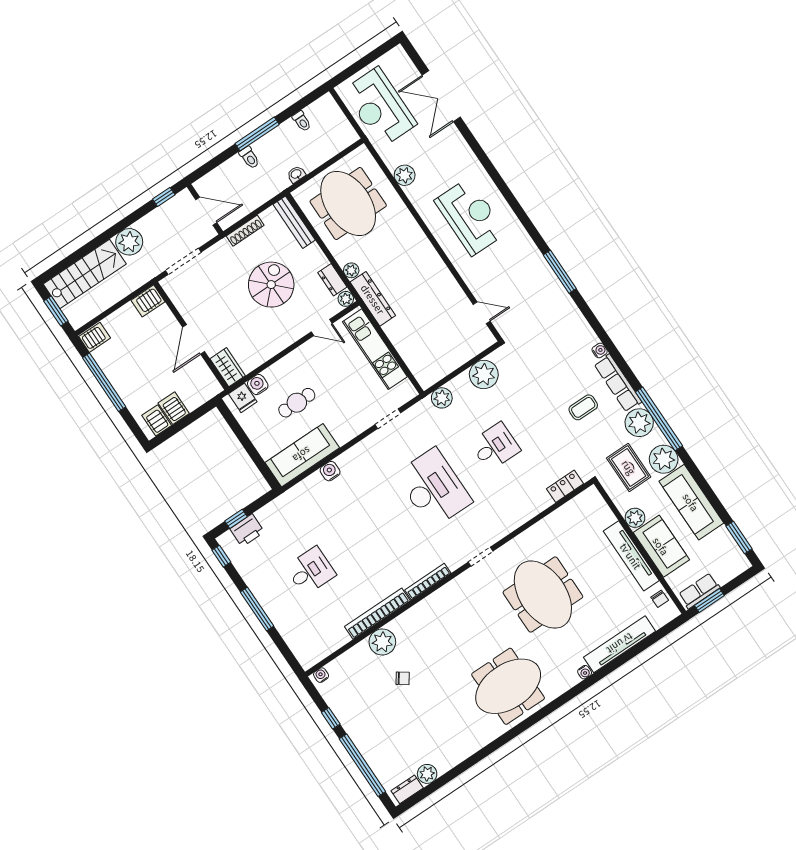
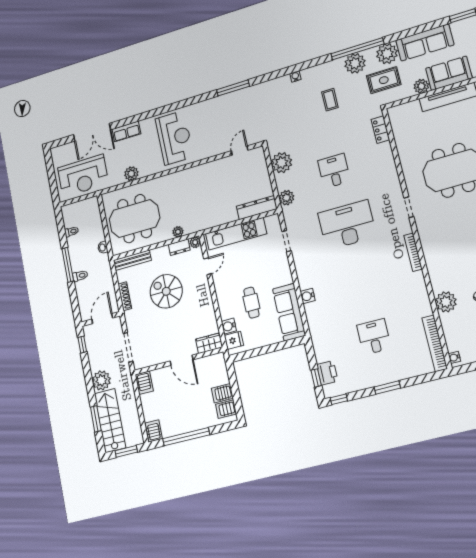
reception desk: (470, 217) -> (174, 138), turned 90
window: (79, 254) -> (96, 419), added
dresser: (373, 299) -> (257, 208), moved
row of seats: (618, 383) -> (126, 131), moved, width x0.68
window: (257, 609) -> (387, 387), width x0.69
bookcase: (377, 614) -> (435, 343), moved

